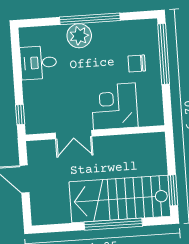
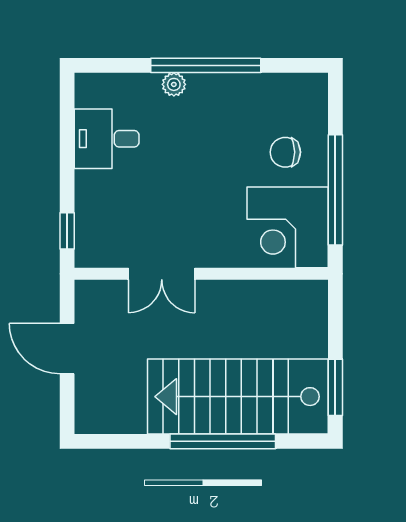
plant: (79, 36) -> (174, 84), width x0.53, depth x0.53
window: (164, 54) -> (335, 190), moved
corner desk: (114, 106) -> (288, 227), moved, turned -90

